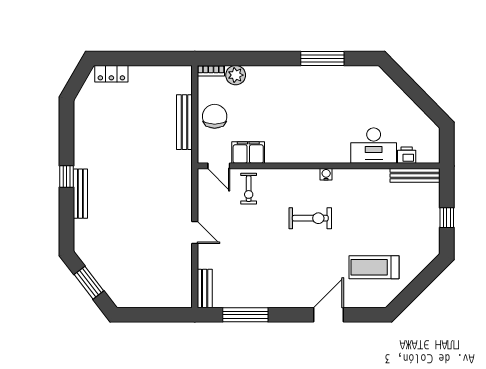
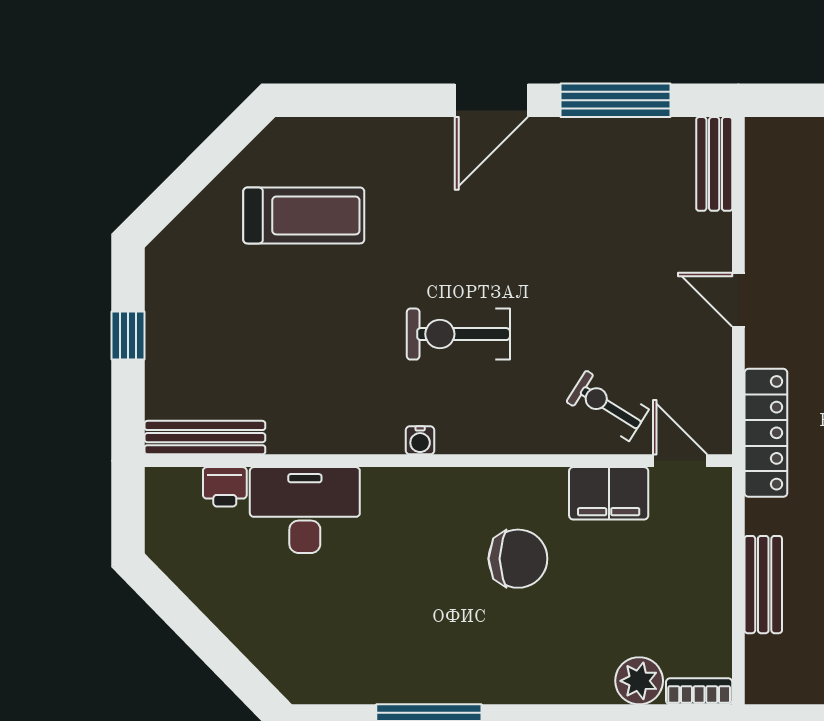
chair: (215, 116) -> (518, 559), moved, turned -90
bench: (184, 122) -> (763, 585), width x0.73
locker: (183, 177) -> (766, 433), added
exercise bike: (249, 189) -> (608, 406), turned -58
door: (328, 315) -> (491, 100), moved

